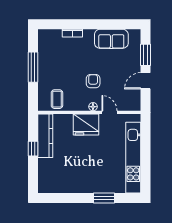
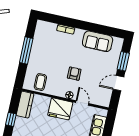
kitchen counter: (45, 136) -> (25, 105), width x0.67

